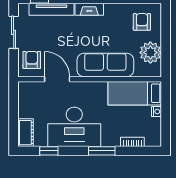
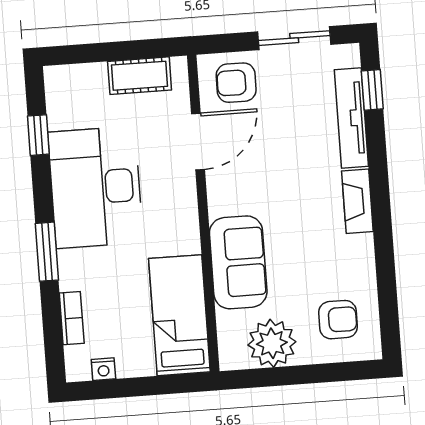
armchair: (32, 60) -> (236, 83), turned 180
sofa: (105, 65) -> (238, 262), width x0.73
nightstand: (156, 111) -> (103, 369), moved
cot: (25, 133) -> (140, 76), moved

